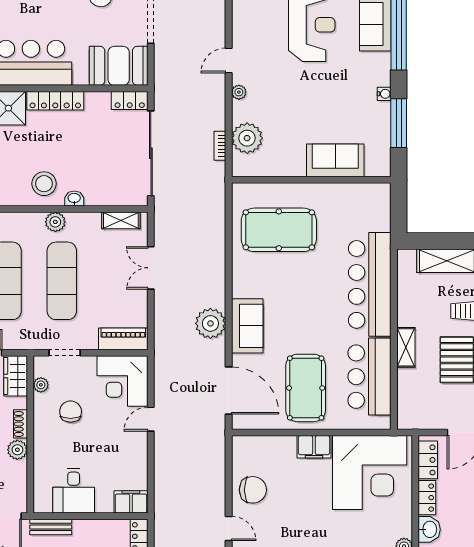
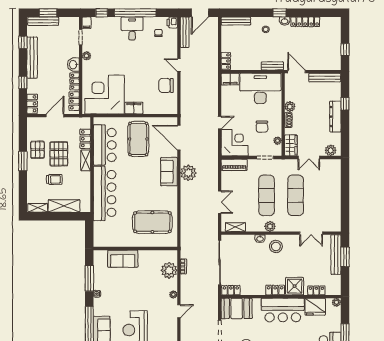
locker: (55, 101) -> (275, 290), width x0.66
locker: (407, 388) -> (85, 139), added
desk: (74, 491) -> (260, 88), width x1.87, depth x1.30

